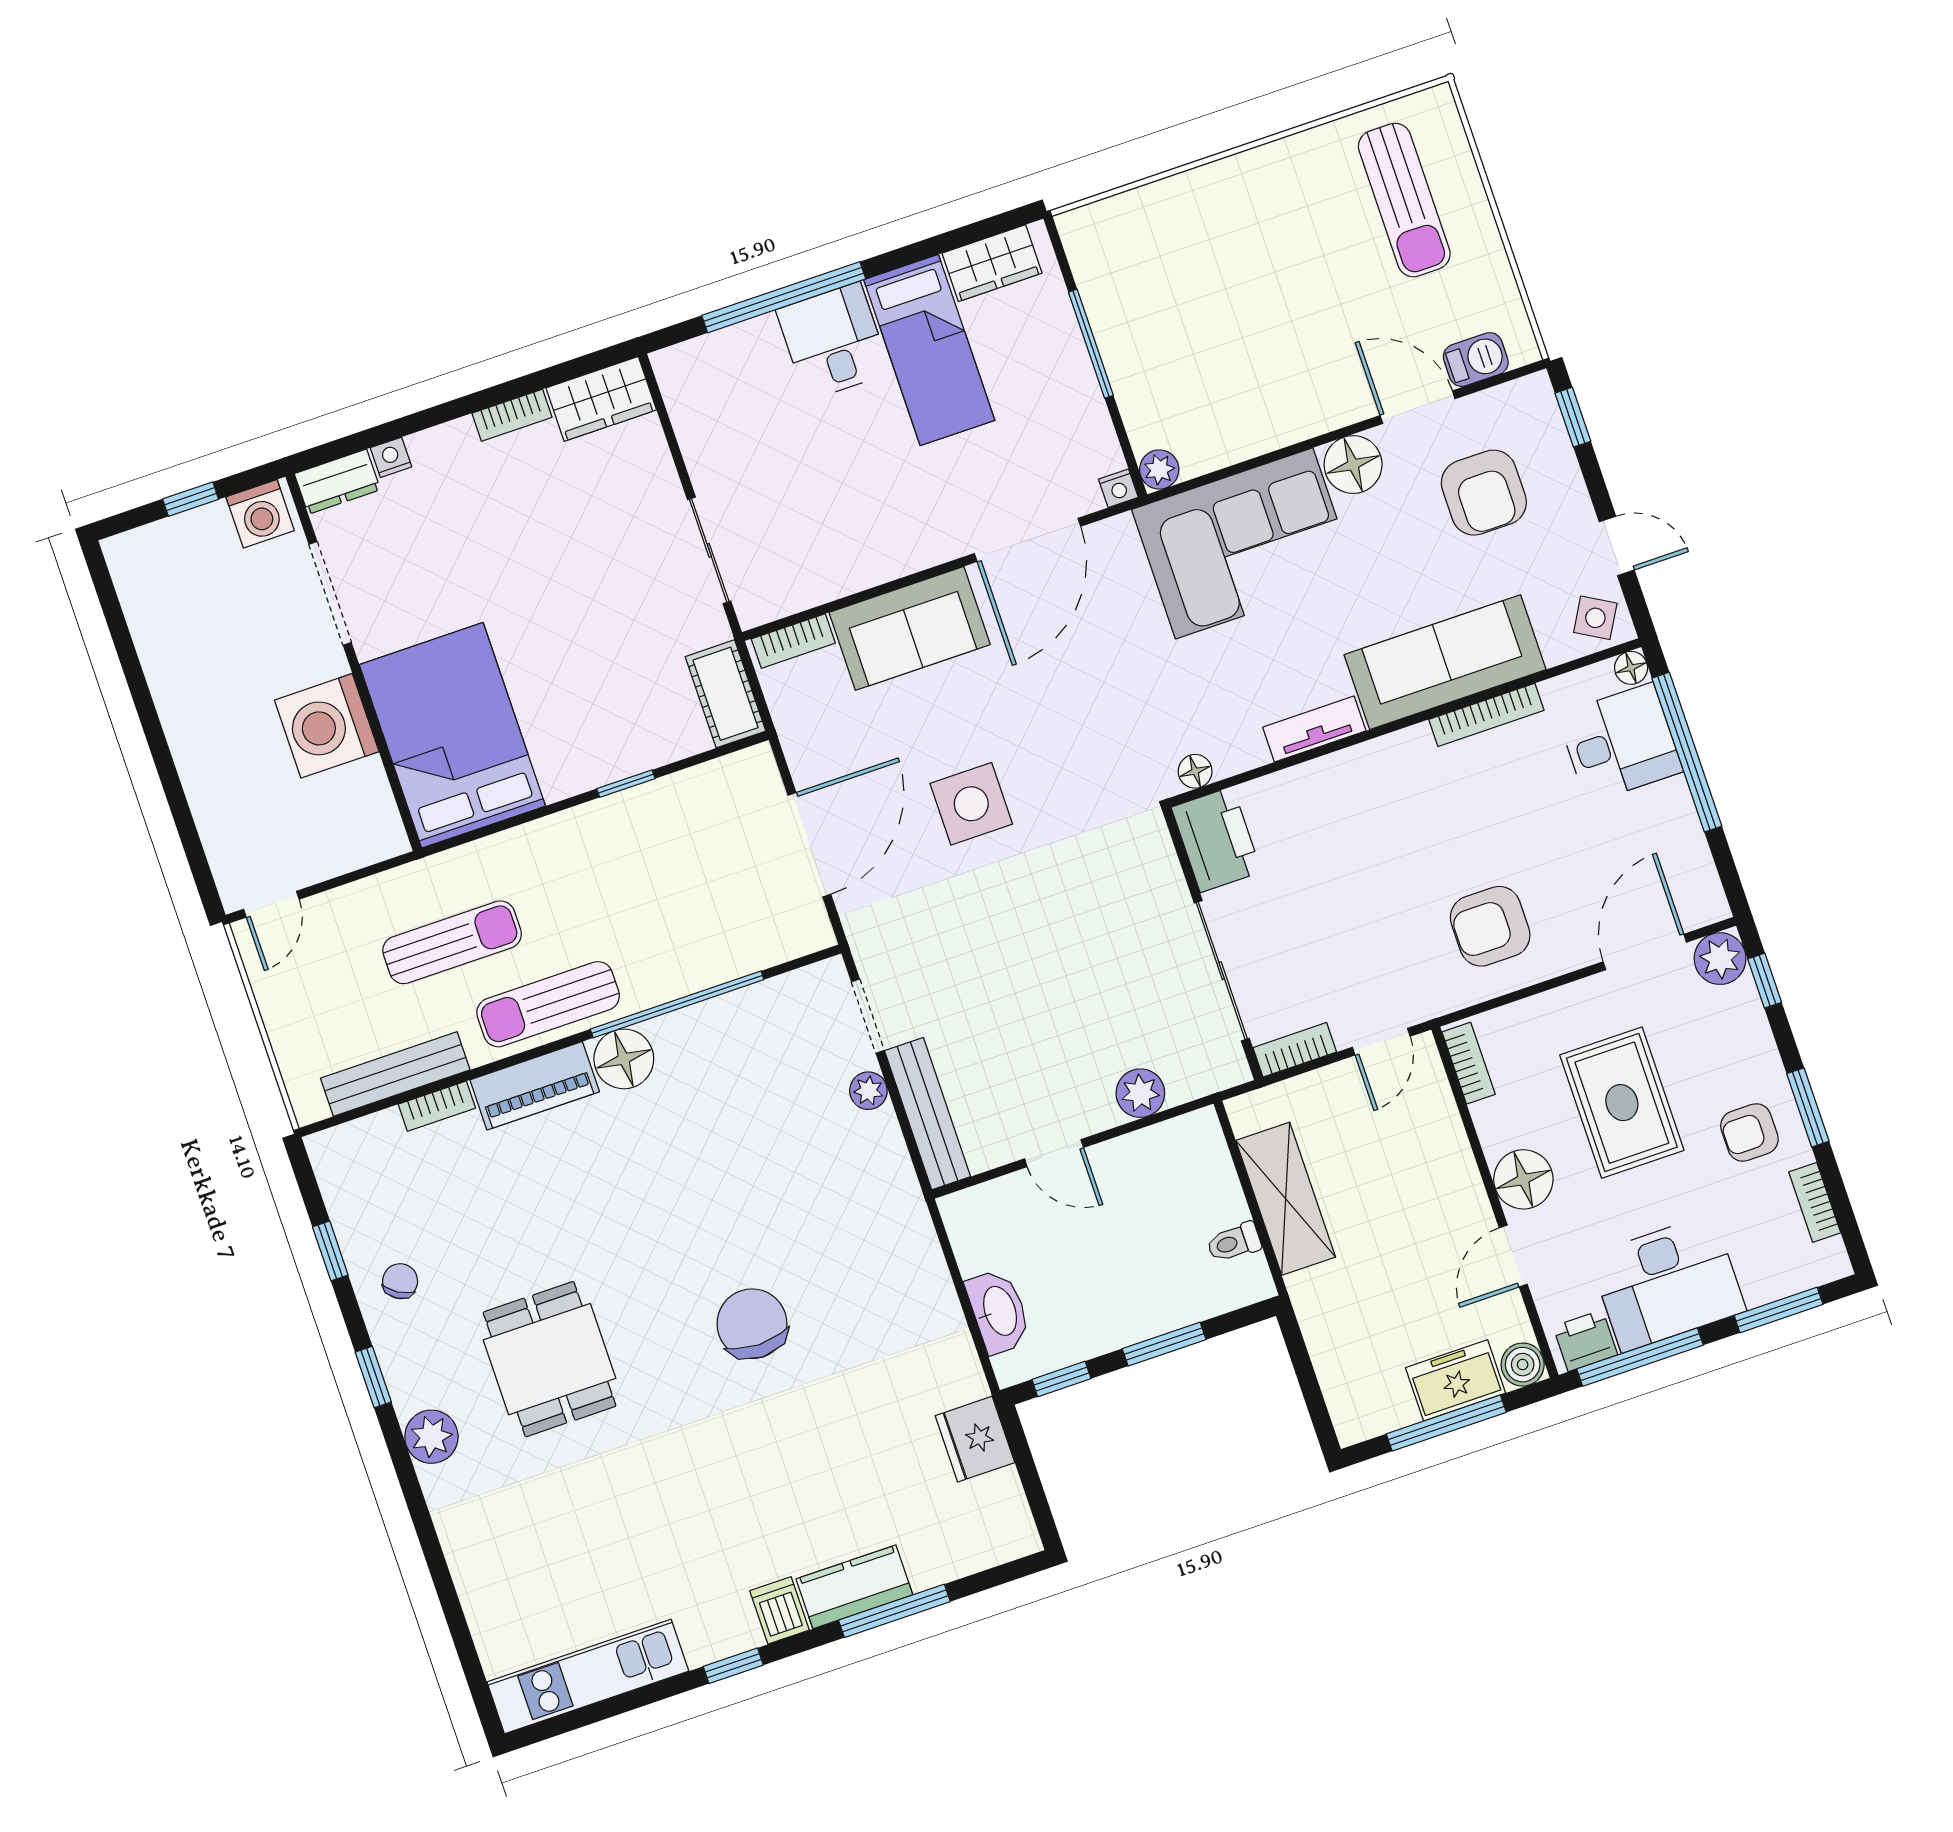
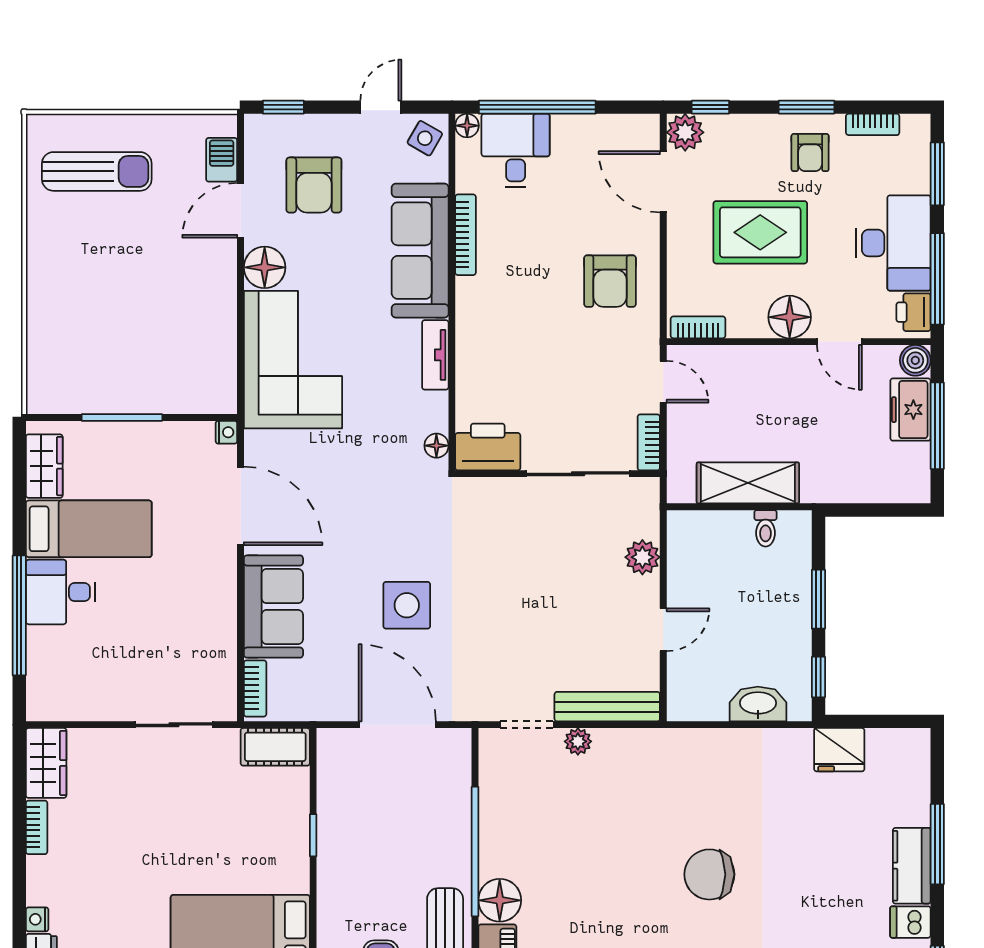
plant: (1159, 470) -> (223, 400), removed
armchair: (1484, 493) -> (314, 185), turned 90

